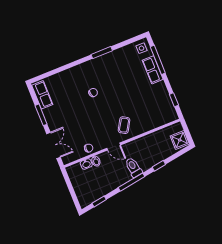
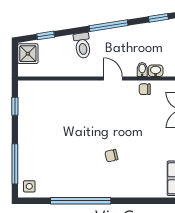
window: (102, 53) -> (81, 201), width x2.11
row of seats: (153, 70) -> (26, 154), removed
coffee table: (124, 125) -> (89, 100), removed
window: (159, 166) -> (46, 35), moved
toilet: (133, 167) -> (82, 45), moved

